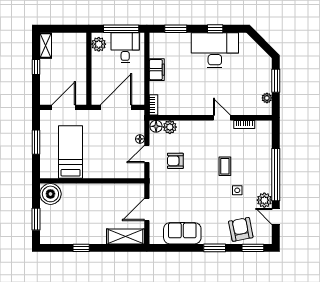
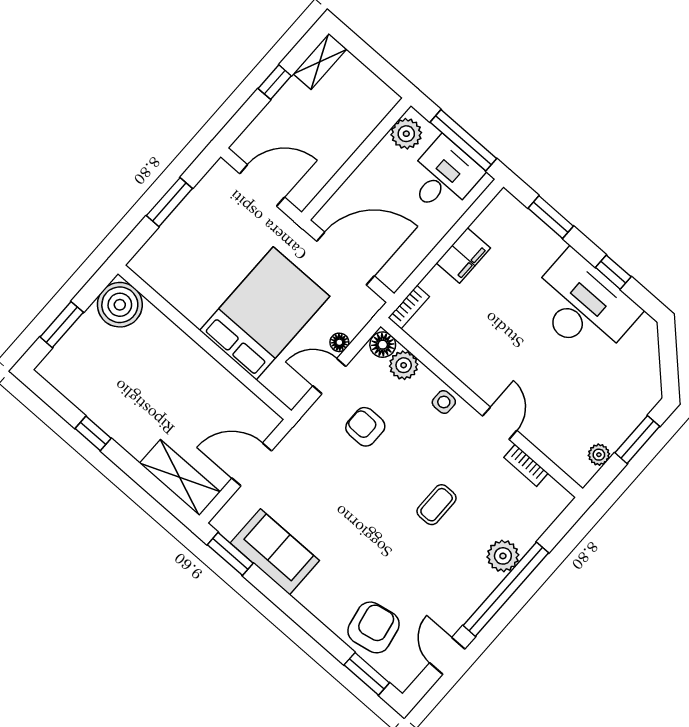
bed: (71, 152) -> (265, 313), moved, width x1.50
side table: (237, 190) -> (444, 402), moved
plant: (264, 200) -> (503, 556), moved
window: (215, 248) -> (230, 554), moved

